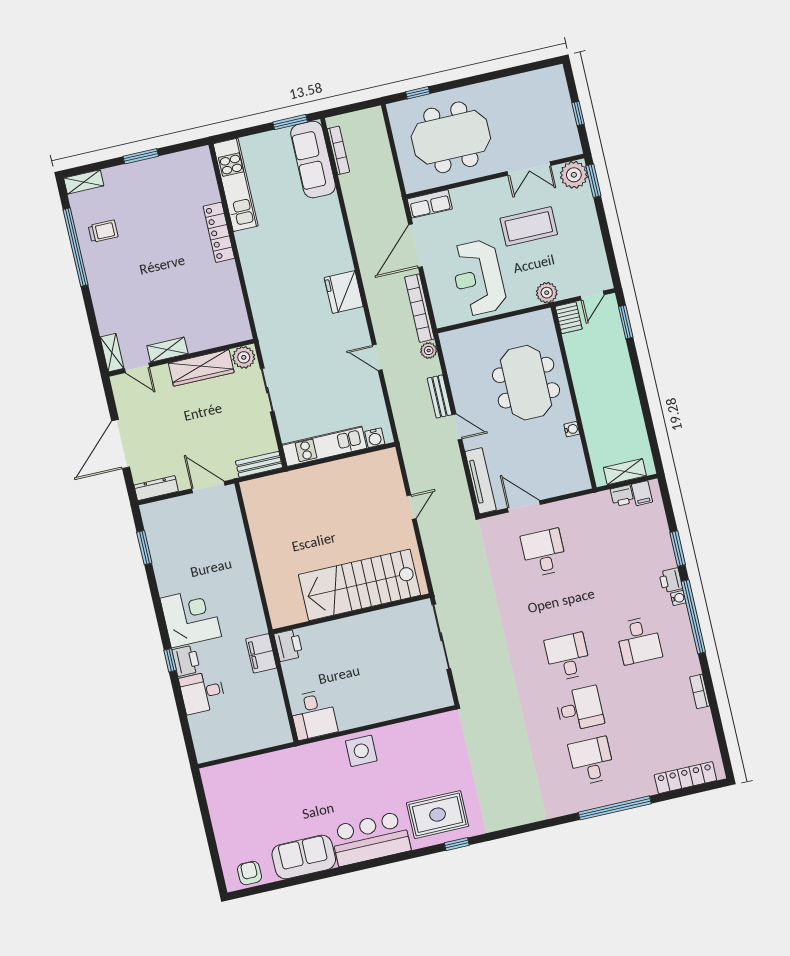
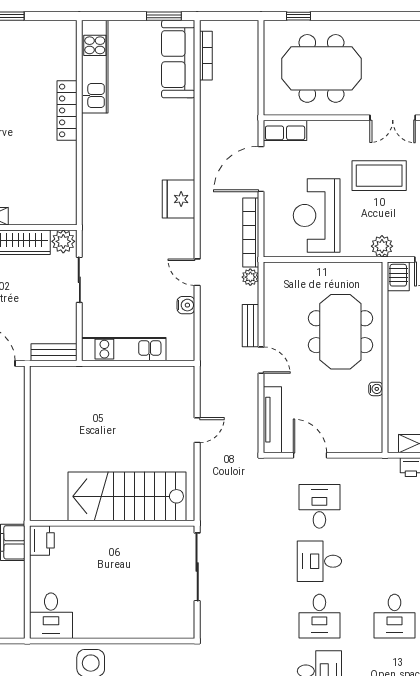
water cooler: (375, 438) -> (186, 305), moved, turned -90
desk: (556, 605) -> (319, 561), added
desk: (568, 657) -> (319, 616), turned 180

